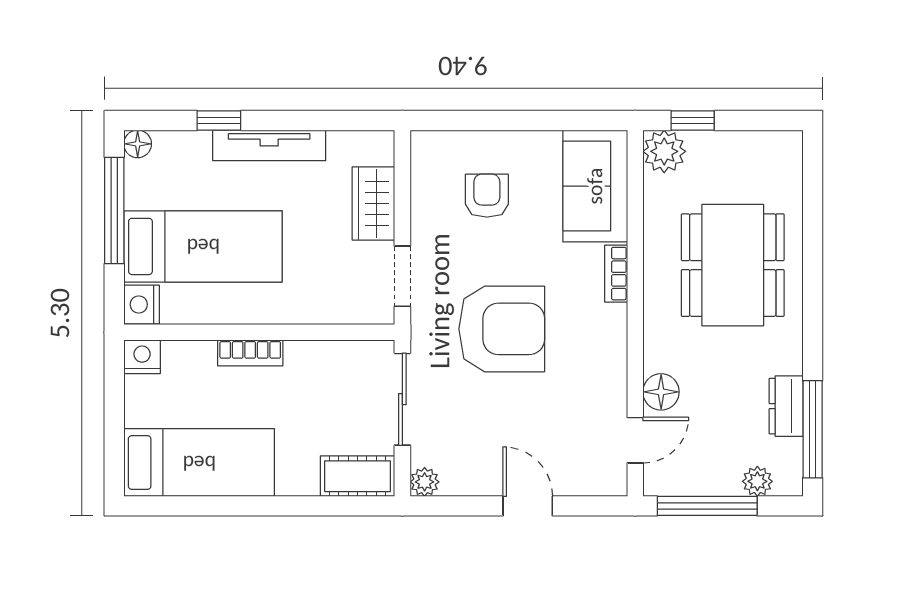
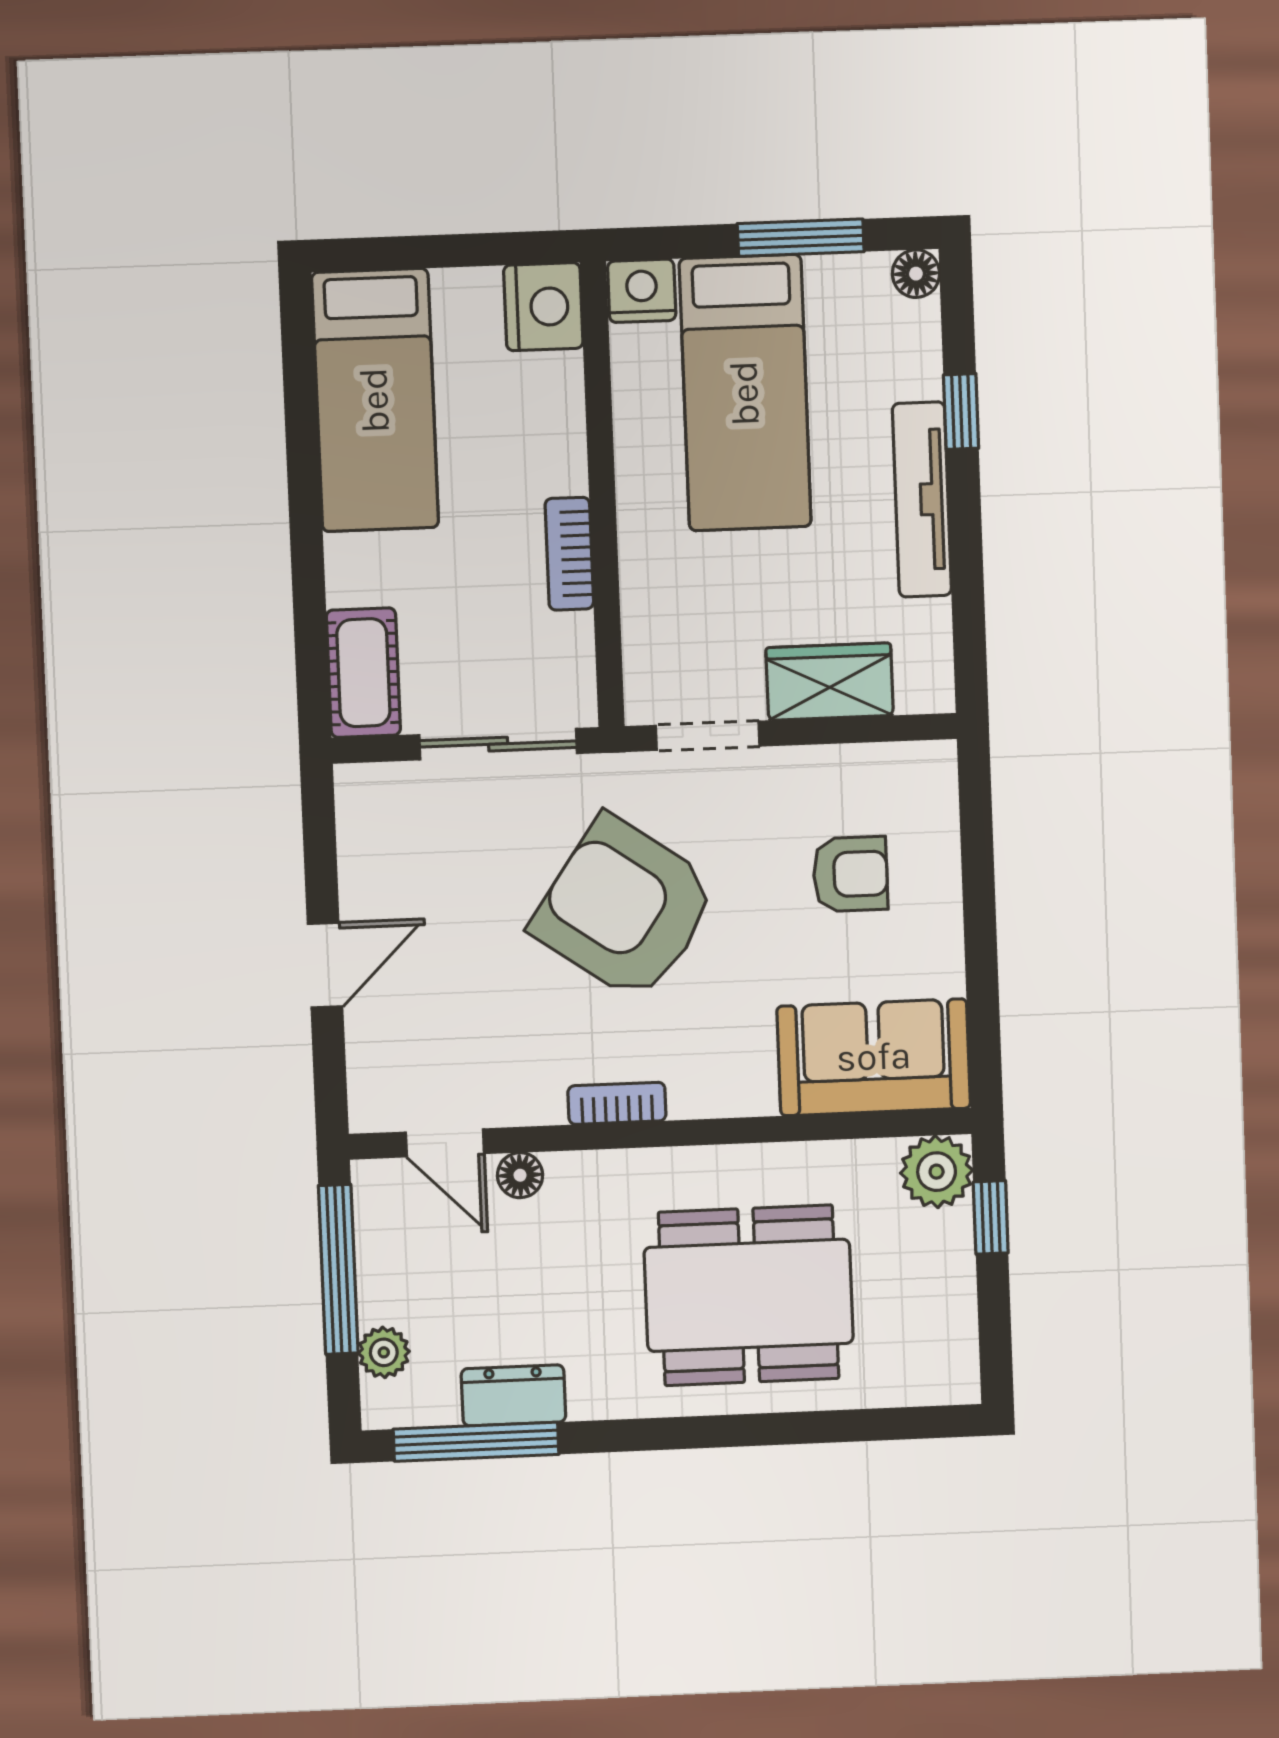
window: (114, 210) -> (801, 238), width x0.69
bookcase: (616, 274) -> (617, 1103), moved
armchair: (502, 329) -> (625, 909), turned 125
bookcase: (250, 353) -> (569, 554), moved
nightstand: (142, 357) -> (543, 307), width x1.36, depth x1.33
floor lamp: (661, 392) -> (520, 1175), width x0.73, depth x0.73
plant: (425, 482) -> (359, 788), removed

